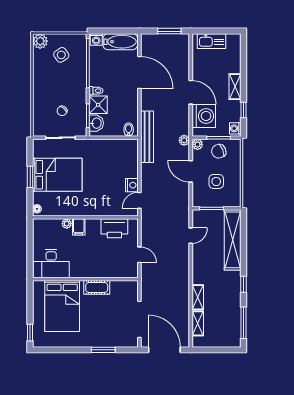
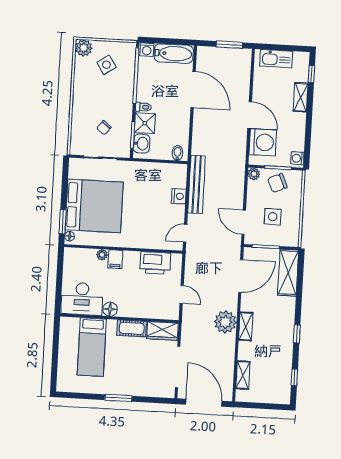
shelving: (235, 87) -> (301, 97), moved
window: (243, 110) -> (311, 74), moved
bench: (147, 137) -> (197, 184), moved
plant: (184, 140) -> (225, 322), moved, width x1.88, depth x1.88
door: (191, 171) -> (244, 222), moved
bed: (57, 175) -> (94, 206), width x1.36
window: (30, 177) -> (63, 222), moved
nightstand: (132, 185) -> (179, 196), moved
door: (191, 236) -> (241, 276), width x1.88
shelving: (233, 240) -> (288, 273), width x0.68
floor lamp: (77, 272) -> (110, 309), added
wardrobe: (124, 288) -> (162, 331), added
shelving: (198, 297) -> (246, 326), moved
bed: (62, 306) -> (92, 347), width x0.67
window: (243, 323) -> (294, 377), width x0.46
window: (30, 333) -> (54, 375), removed
window: (103, 350) -> (118, 398), moved

